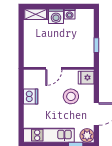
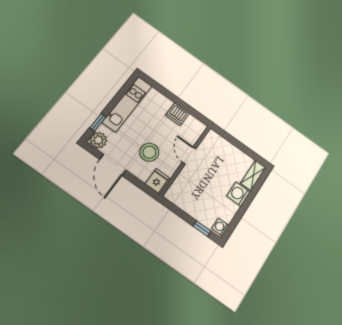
washing machine: (70, 14) -> (220, 227), moved
window: (96, 45) -> (202, 229), moved

